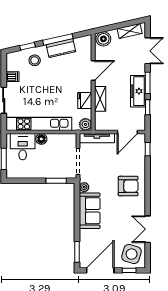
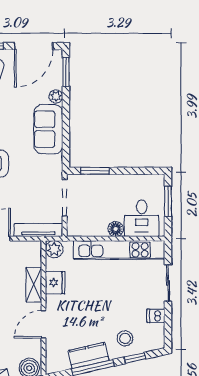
plant: (84, 187) -> (56, 96), moved

